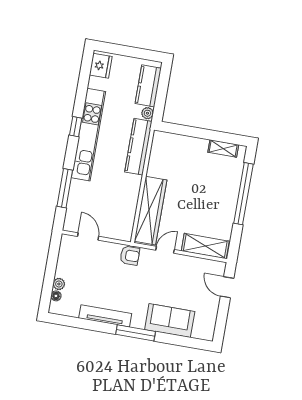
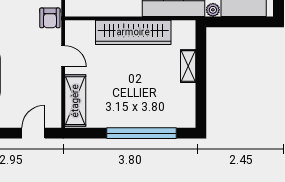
shelving: (223, 149) -> (188, 66), moved
wardrobe: (151, 211) -> (133, 32), moved

